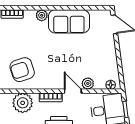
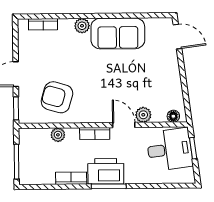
armchair: (22, 70) -> (57, 97), turned 34
plant: (23, 103) -> (58, 135), width x0.53, depth x0.53

